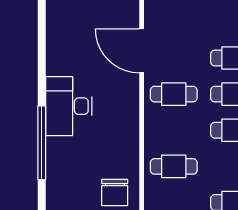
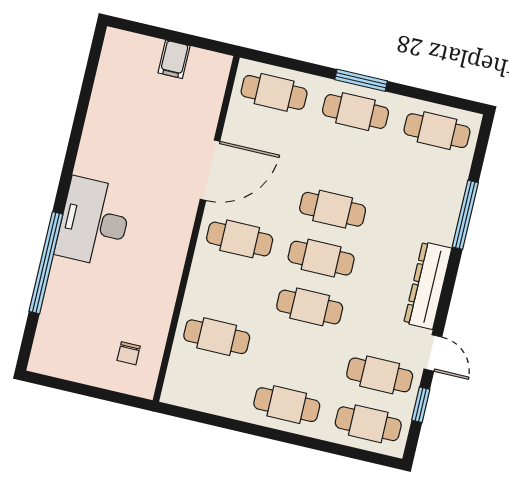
door: (142, 51) -> (210, 170), swing flipped
chair: (115, 192) -> (129, 353), width x0.54, depth x0.54

